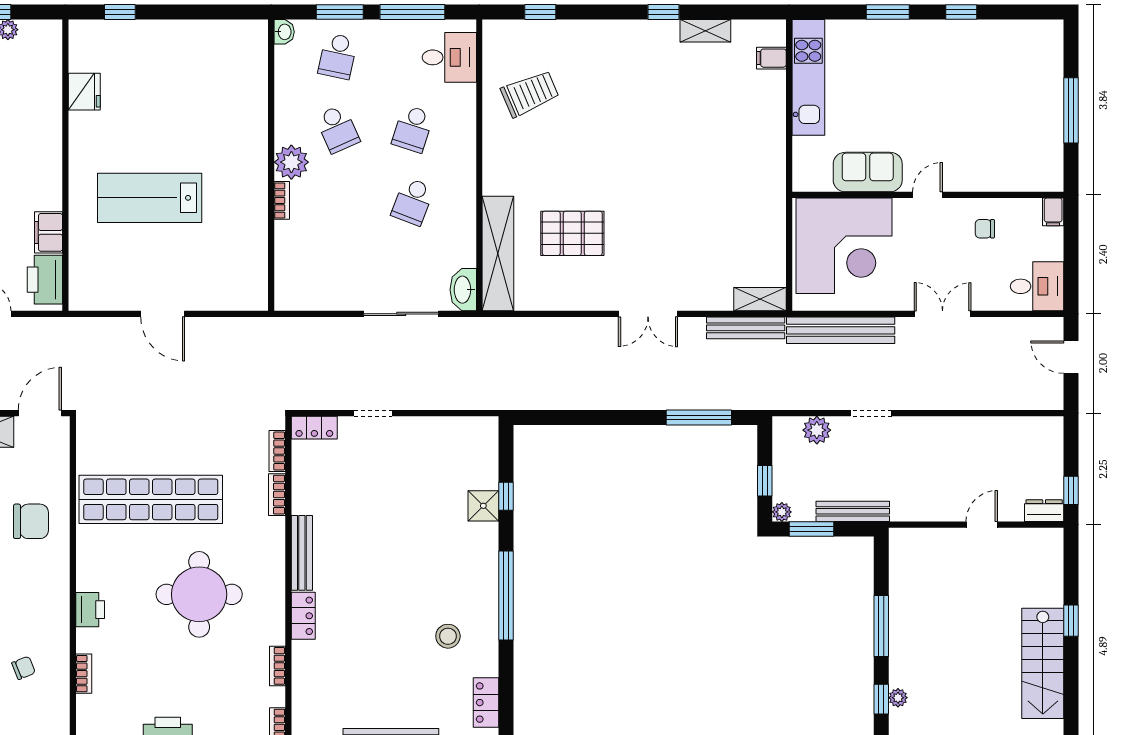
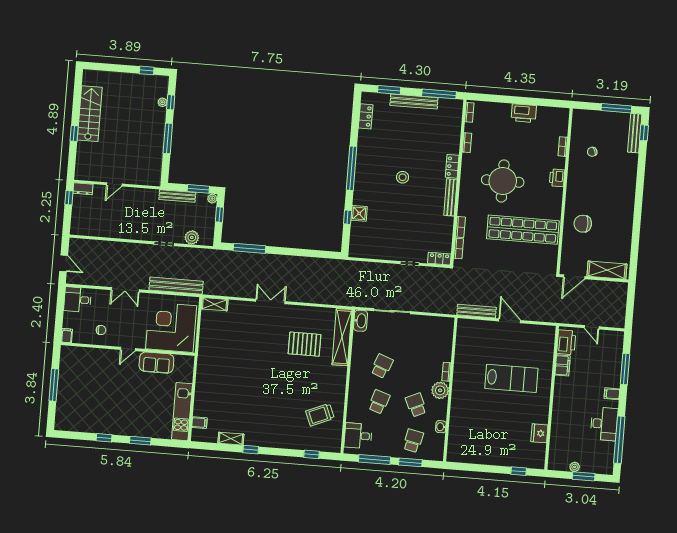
washbasin: (284, 32) -> (441, 427), moved
bench: (746, 328) -> (477, 311), moved
stool: (448, 636) -> (403, 177), moved

